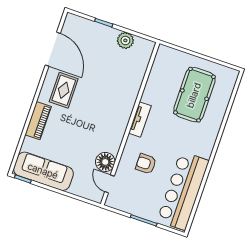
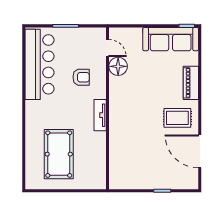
plant: (125, 40) -> (137, 181), removed
rug: (64, 90) -> (177, 118), turned 90

